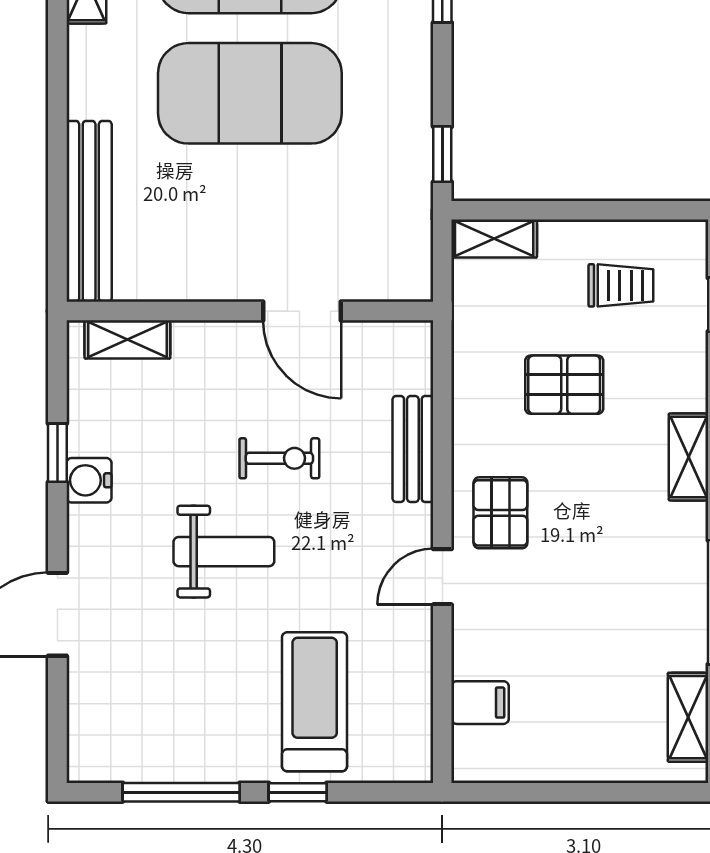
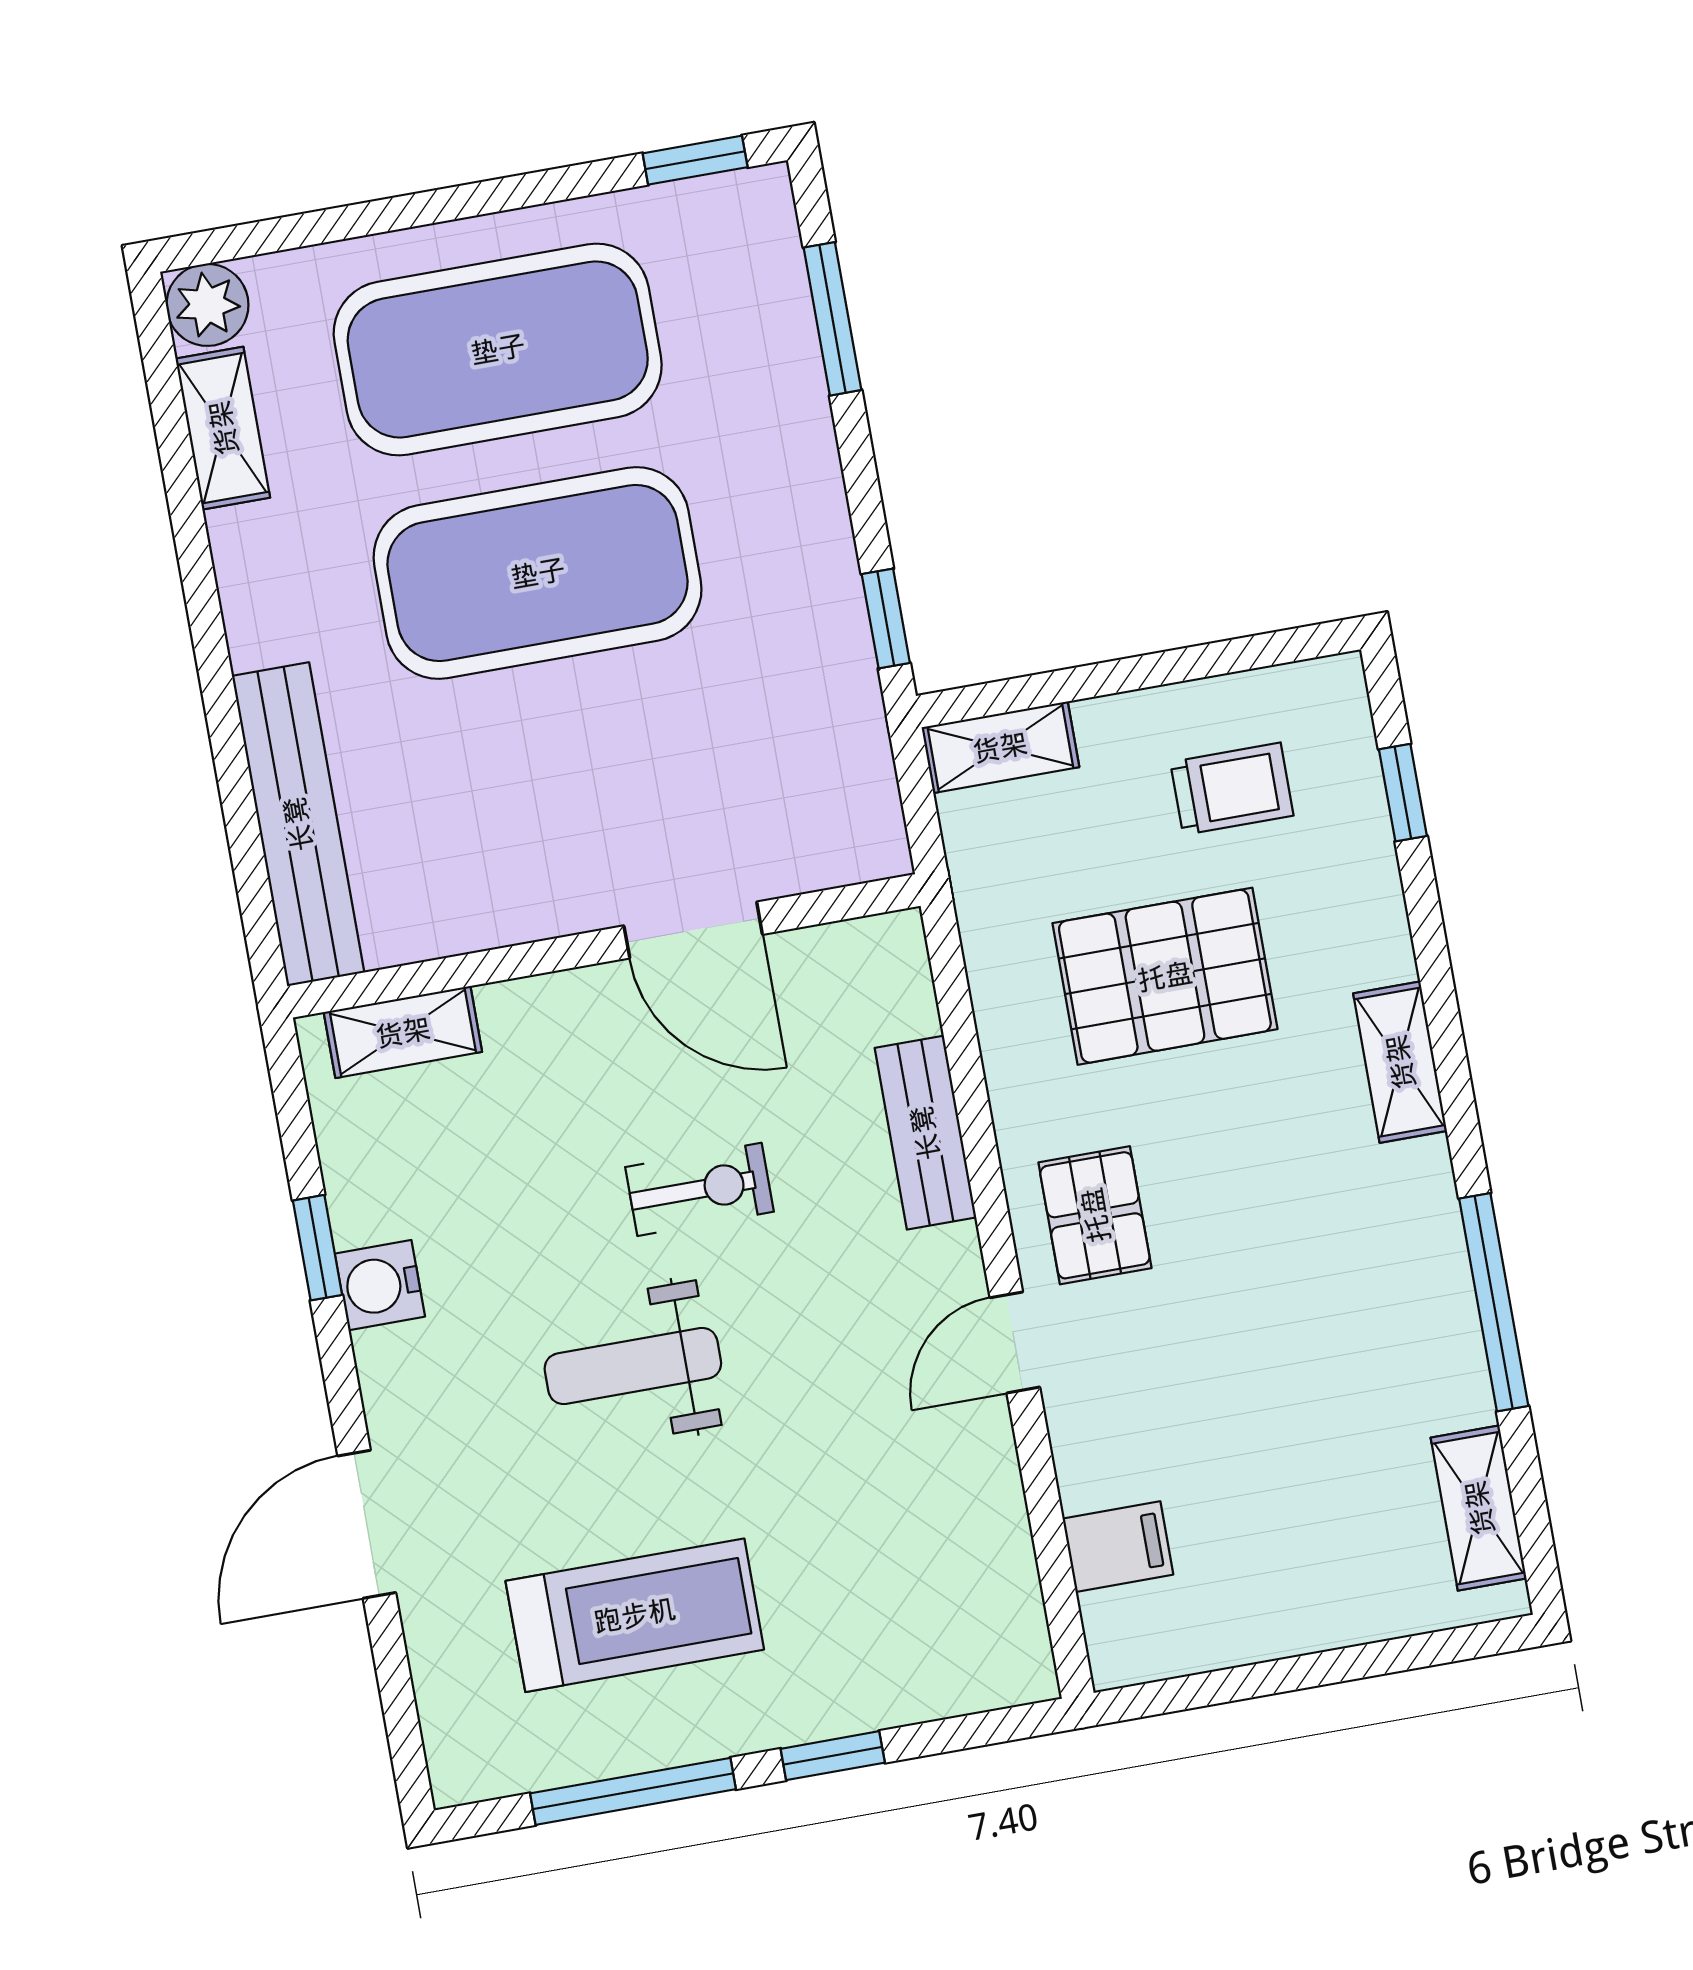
pallet: (564, 385) -> (1165, 976), width x1.50, depth x1.42
weight bench: (224, 552) -> (633, 1366), turned 180
treadmill: (315, 702) -> (635, 1615), moved, turned 90

